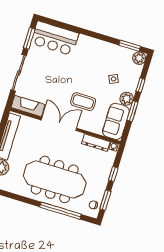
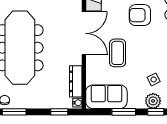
armchair: (58, 74) -> (140, 15), added
plant: (127, 99) -> (153, 101), moved
window: (113, 174) -> (59, 112), moved

